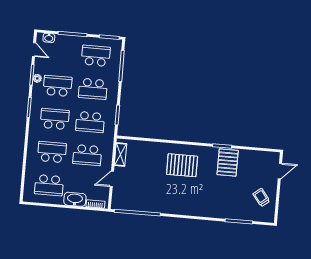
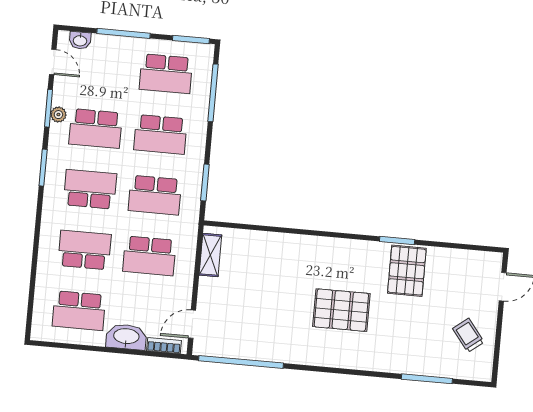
school desk: (96, 56) -> (166, 74), turned 180
school desk: (58, 86) -> (96, 129), turned 180
pallet: (182, 165) -> (341, 310), moved
door: (112, 179) -> (192, 324), moved

